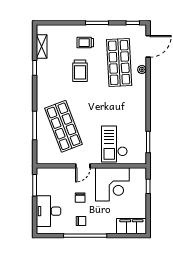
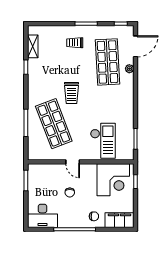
trolley: (80, 71) -> (71, 93), moved
checkout: (114, 144) -> (103, 141), turned 180
door: (83, 166) -> (73, 162), hinge flipped
corner desk: (112, 184) -> (113, 180), moved
desk: (49, 211) -> (42, 216), moved, turned -90
chair: (81, 221) -> (94, 216), moved

